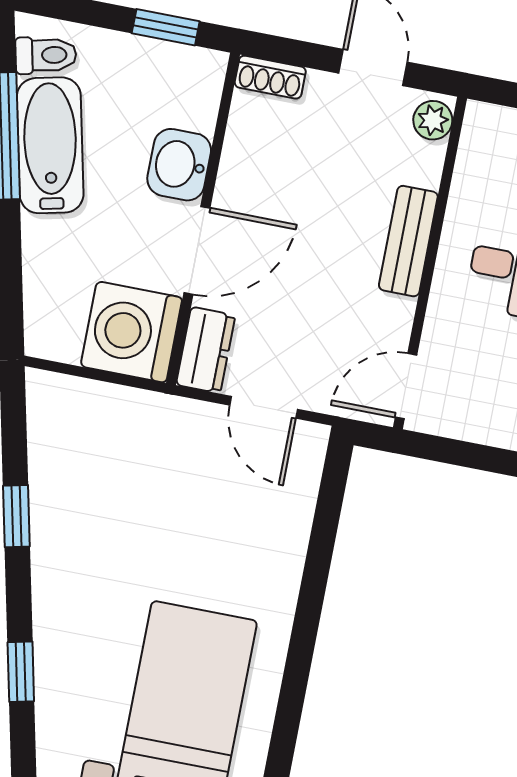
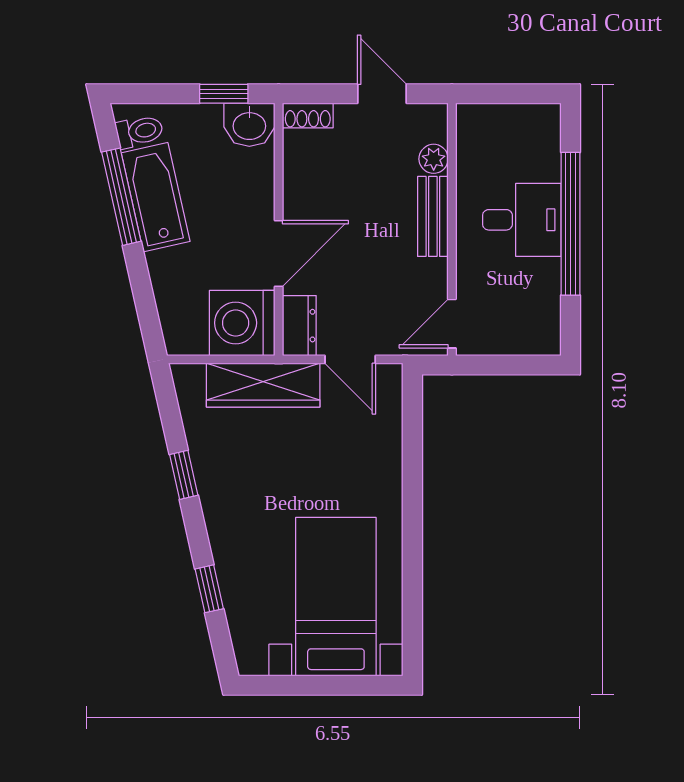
plant: (433, 120) -> (434, 159), moved
washbasin: (179, 165) -> (249, 125), moved, turned -90
wardrobe: (143, 419) -> (263, 385), added

